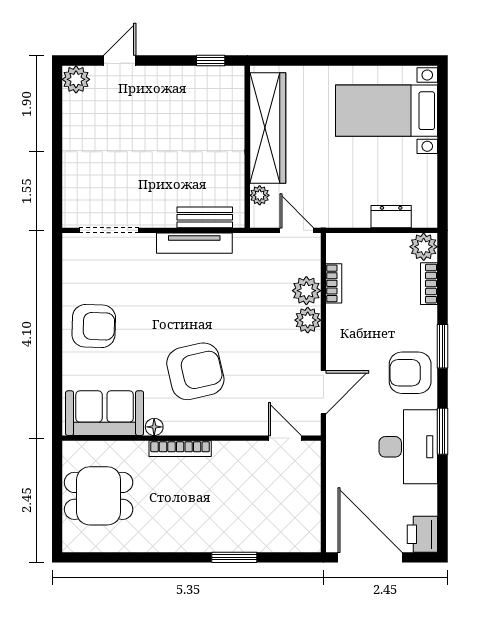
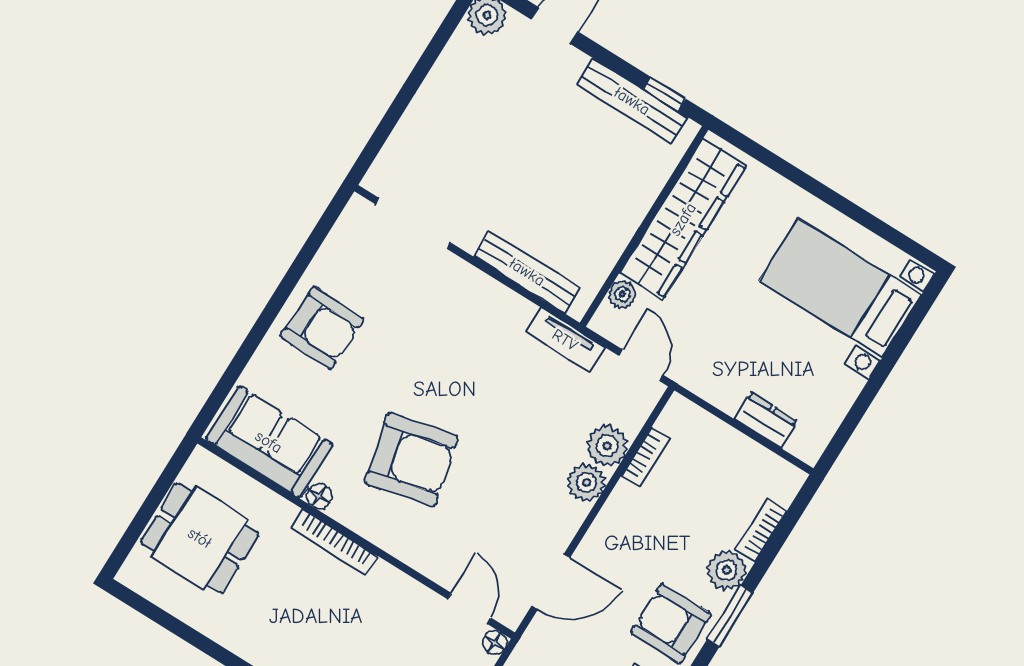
bench: (194, 77) -> (632, 101), added
bench: (205, 217) -> (527, 272), width x1.36
tv unit: (194, 243) -> (565, 340), moved, width x0.71
plant: (424, 247) -> (727, 570), moved
floor lamp: (312, 449) -> (495, 643), added

